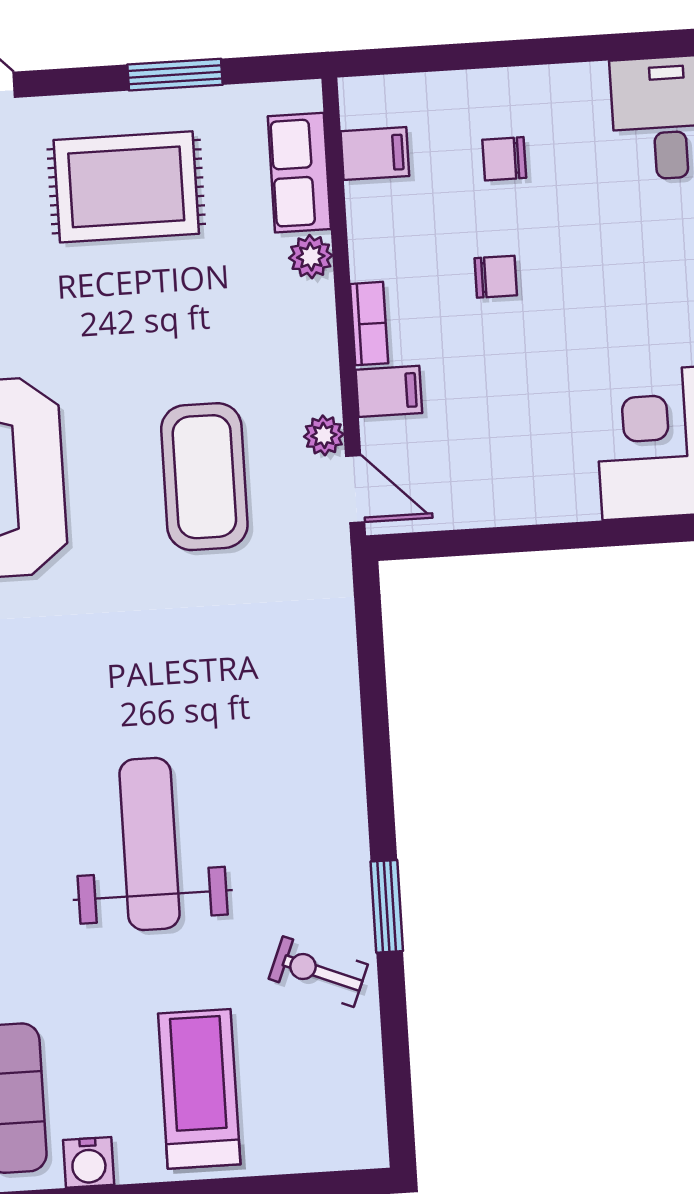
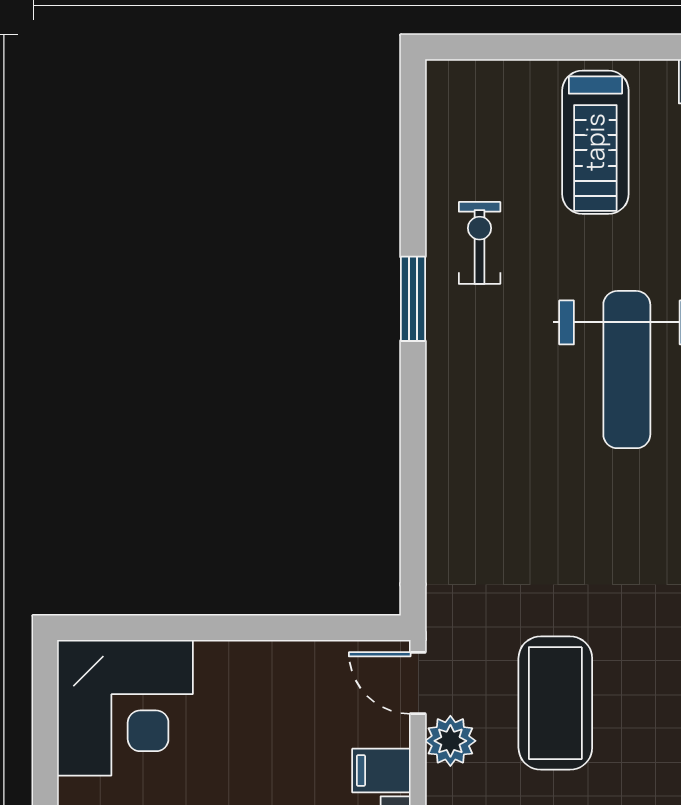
plant: (324, 435) -> (450, 741), width x1.38, depth x1.38
exercise bike: (318, 972) -> (480, 243), turned -112

